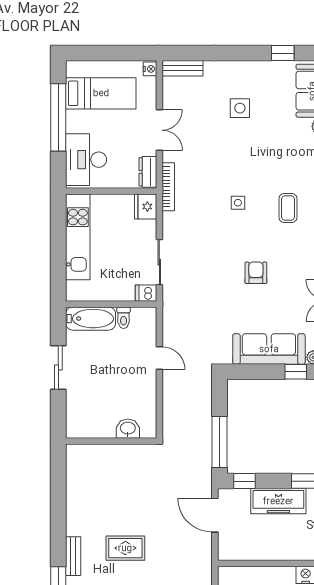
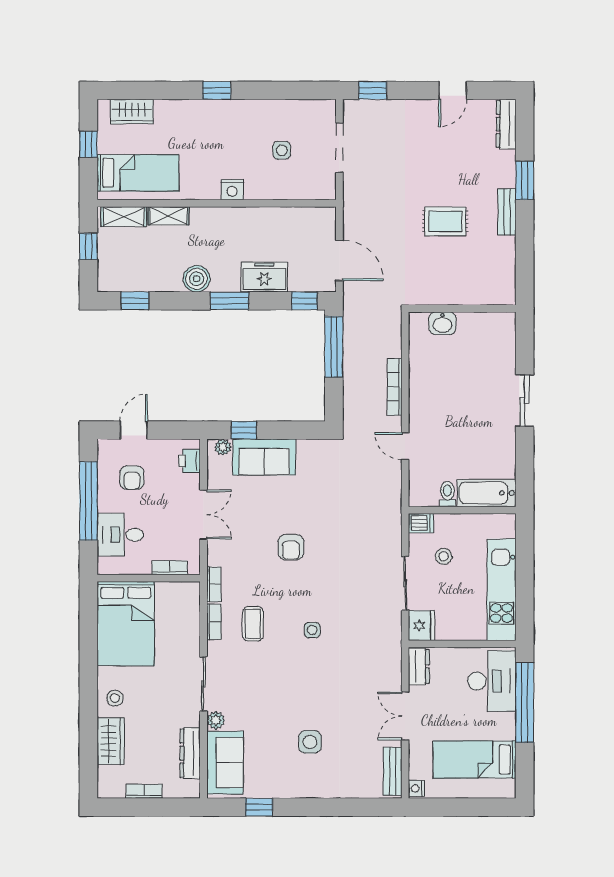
bench: (183, 68) -> (393, 771), moved, turned 90
window: (58, 117) -> (525, 703), moved
bookcase: (168, 187) -> (395, 387), moved
sliding door: (159, 262) -> (405, 583), moved
stool: (127, 265) -> (444, 556), added
sofa: (269, 349) -> (264, 457), width x0.73
sliding door: (58, 367) -> (525, 401), moved
washbasin: (128, 429) -> (442, 323), moved
wall: (111, 441) -> (462, 308), moved
freezer: (278, 501) -> (264, 277), width x0.71

